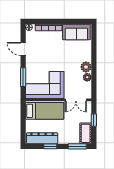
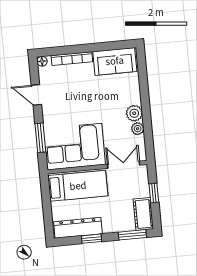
double door: (76, 100) -> (124, 165), swing flipped

